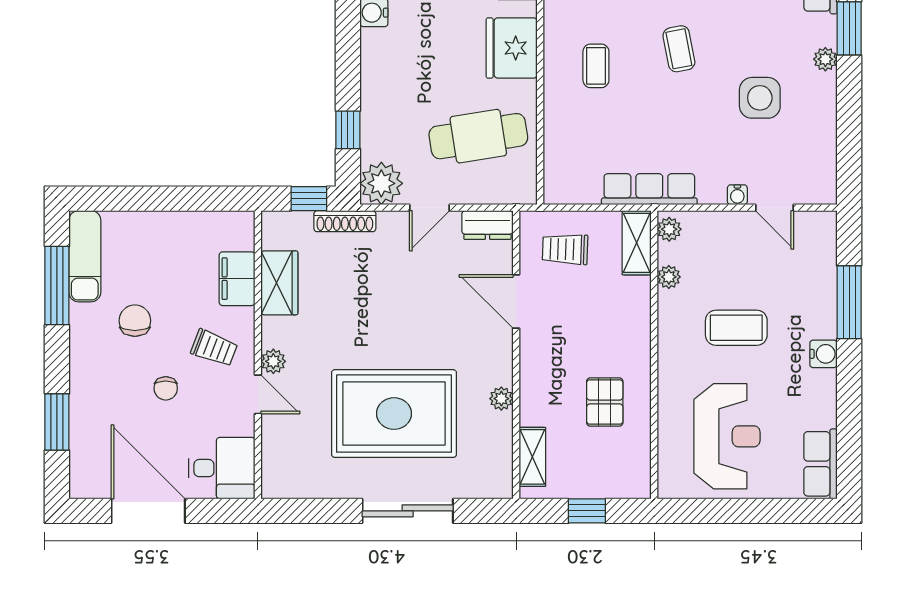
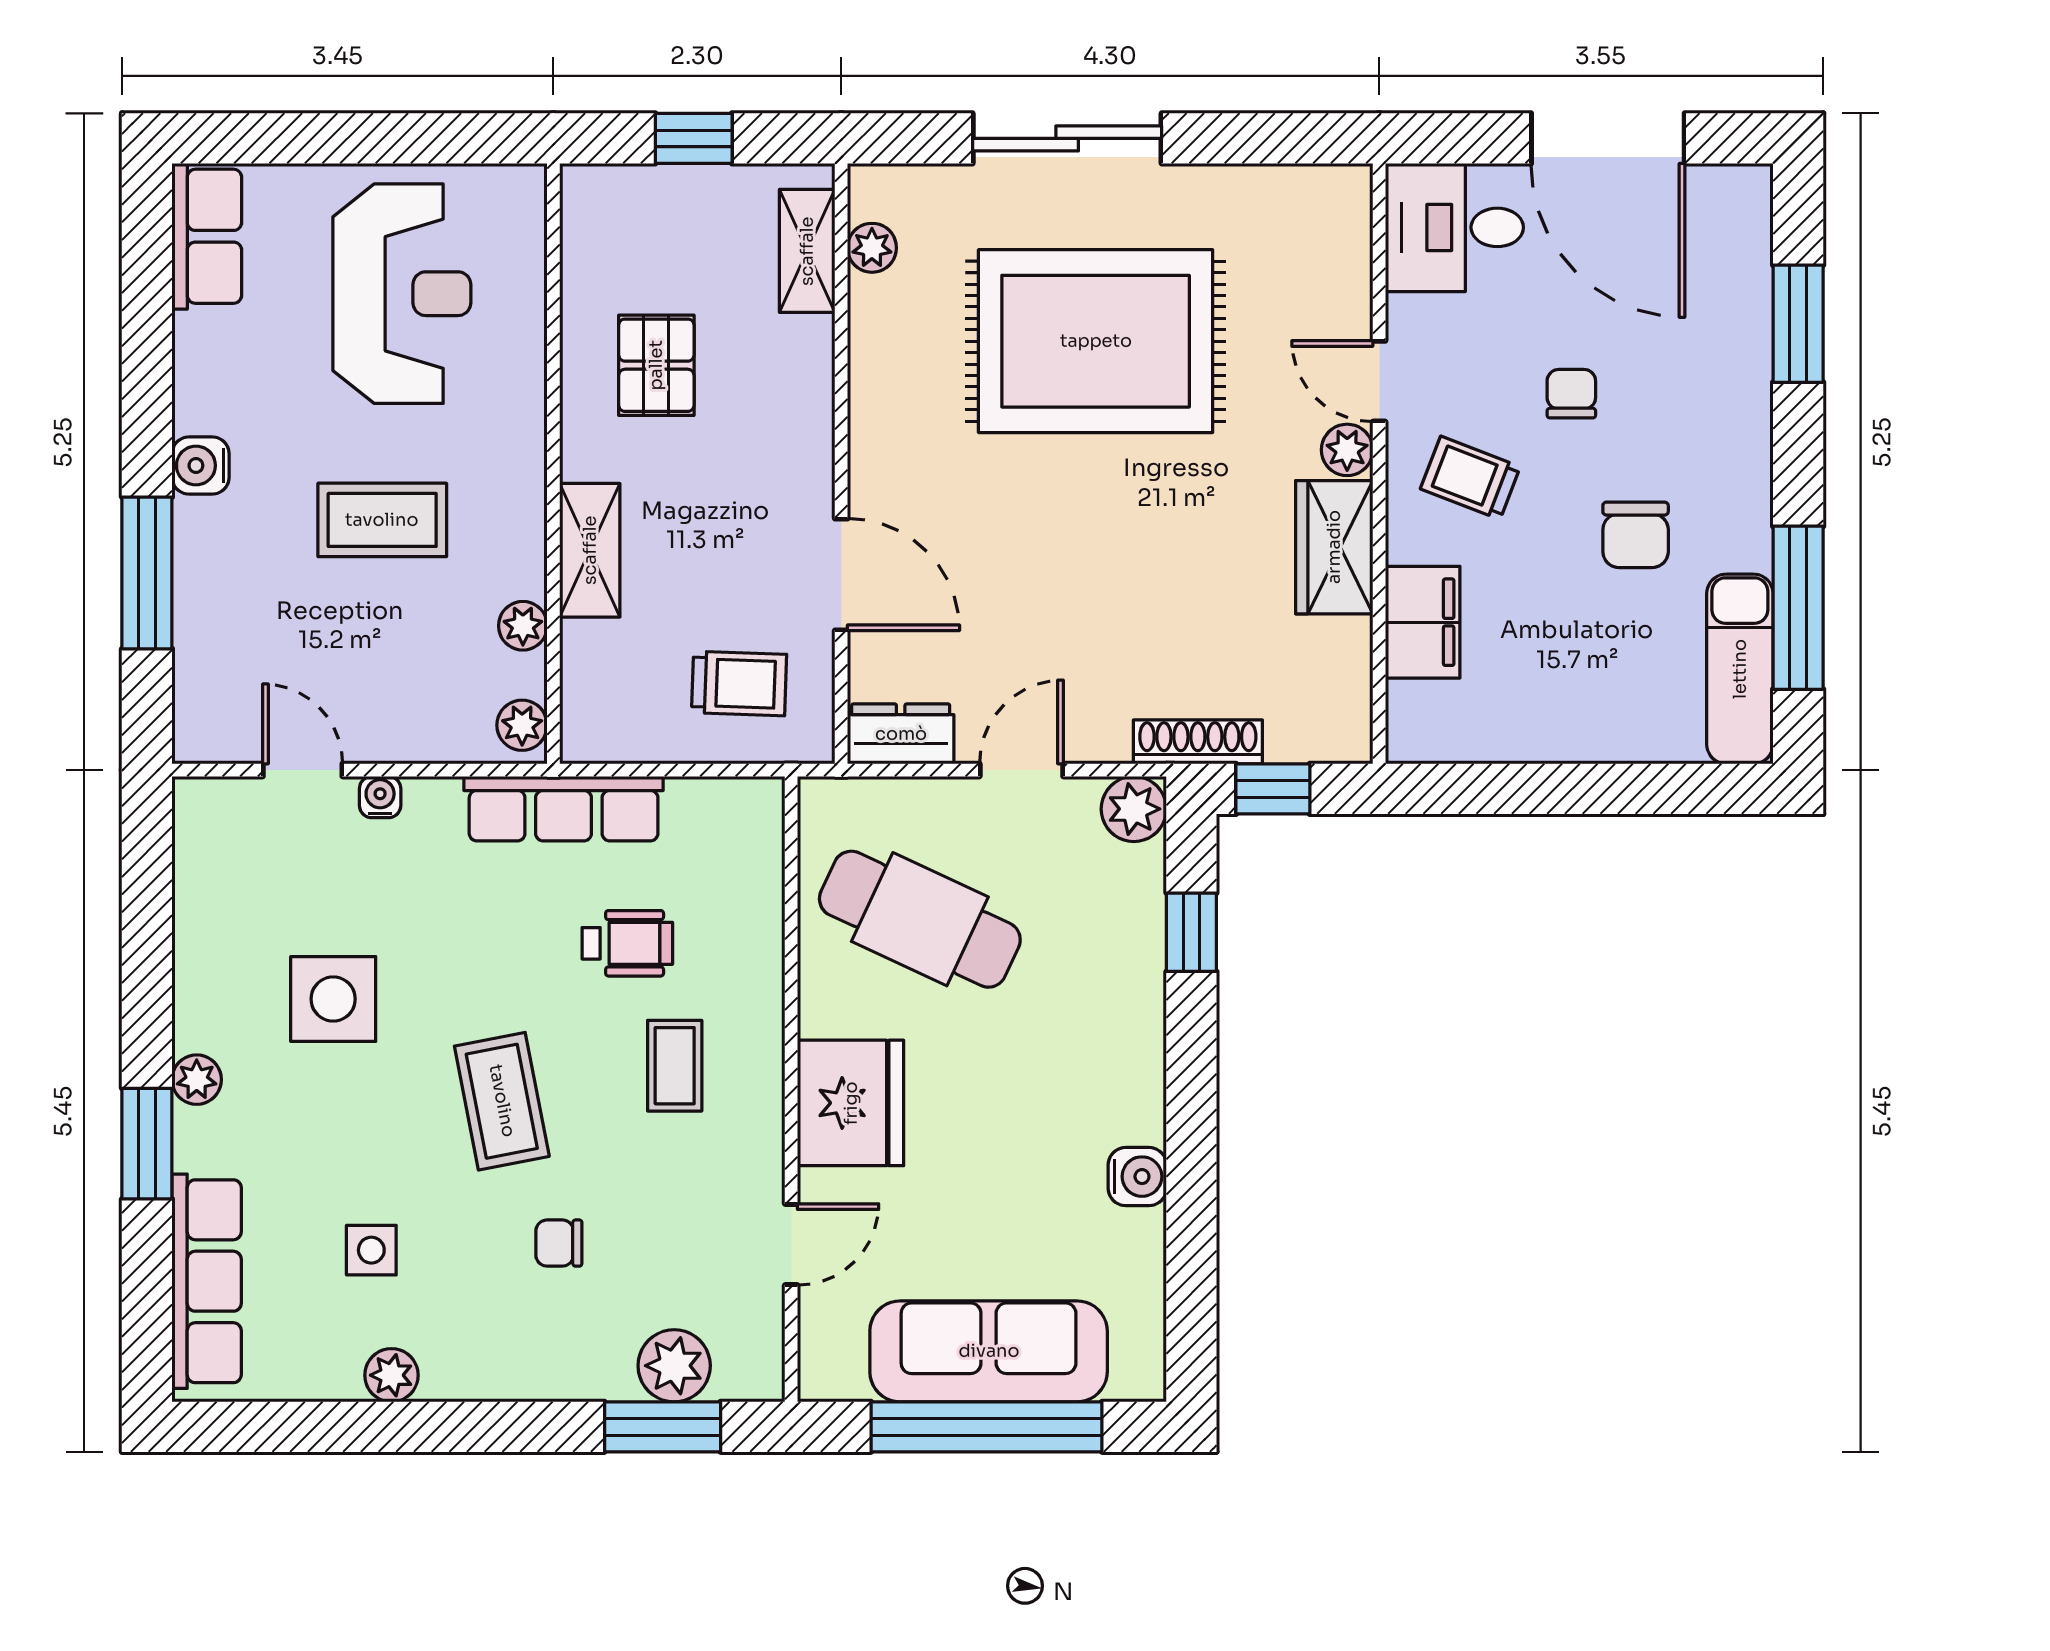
coffee table: (679, 49) -> (502, 1101), width x1.36, depth x1.30
wheelchair: (619, 125) -> (627, 943), added
cafe table: (478, 136) -> (920, 919), turned 34
plant: (381, 183) -> (1134, 809), width x0.73, depth x0.73
shelving: (637, 243) -> (590, 550), moved
wardrobe: (279, 283) -> (1334, 547), moved
plant: (501, 399) -> (872, 248), moved
reception desk: (727, 436) -> (402, 294), turned 180

